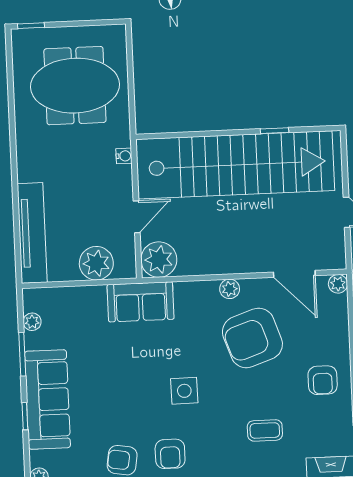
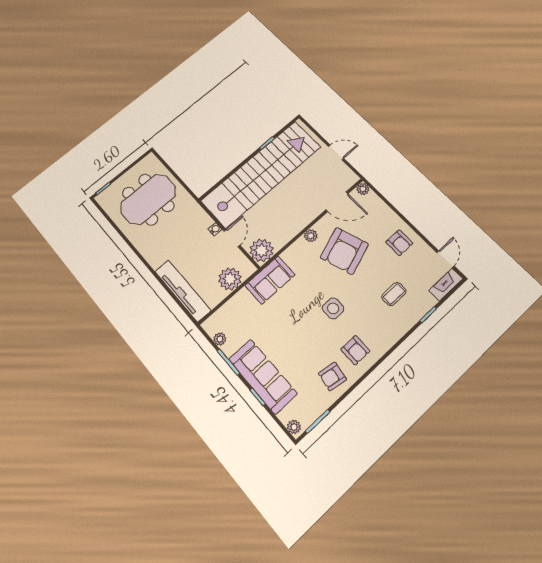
water cooler: (124, 156) -> (215, 229), moved

